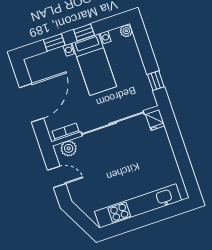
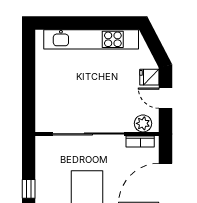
window: (156, 81) -> (29, 189), moved
fridge: (155, 120) -> (149, 77), moved, turned -90

